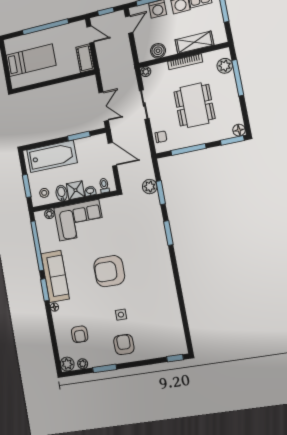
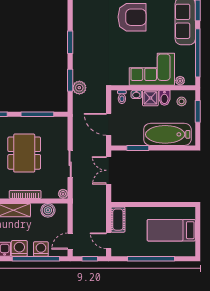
chair: (161, 137) -> (60, 131), removed

